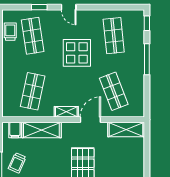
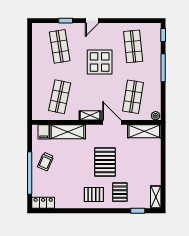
door: (69, 7) -> (92, 21), hinge flipped
trolley: (10, 32) -> (39, 43), removed
shop shelf: (114, 91) -> (133, 97), turned 30
plant: (139, 112) -> (156, 116), added
door: (90, 120) -> (112, 122), hinge flipped

